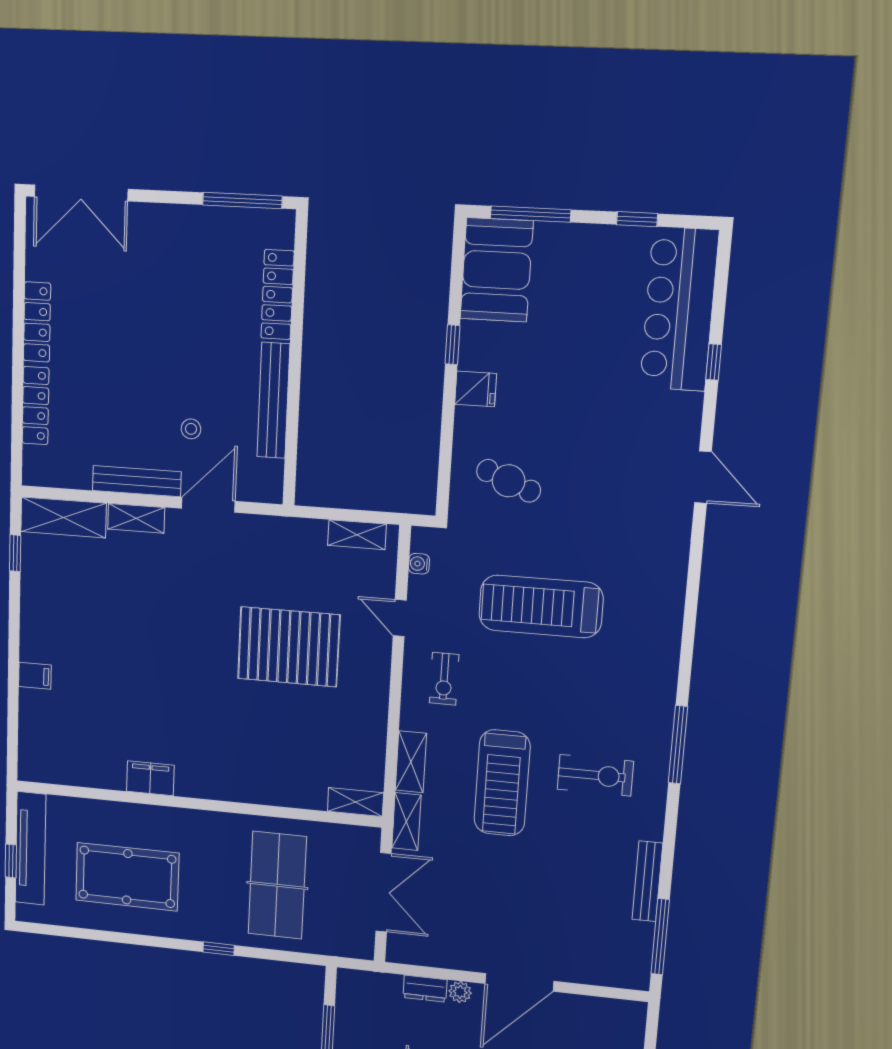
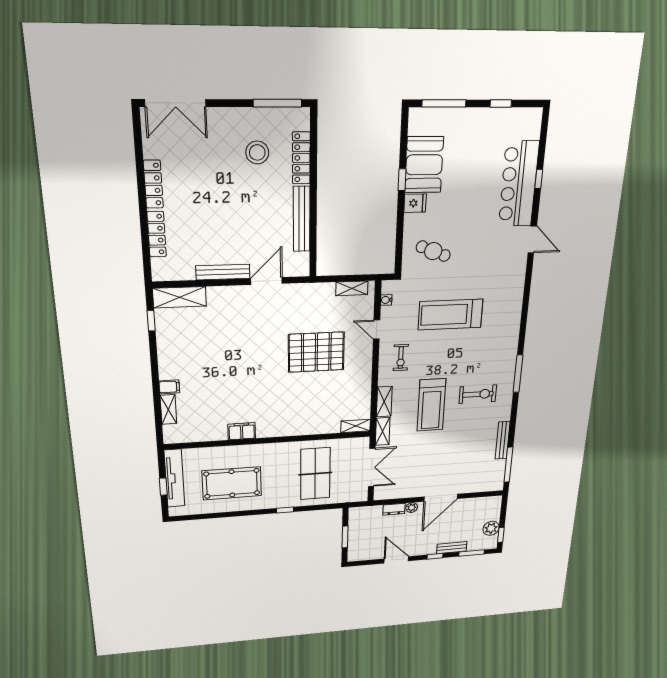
booth: (497, 270) -> (424, 165), moved
bar counter: (679, 309) -> (519, 184), moved
stool: (191, 429) -> (257, 152), moved, width x1.89, depth x1.89
shelving: (136, 518) -> (168, 409), moved, turned 90

